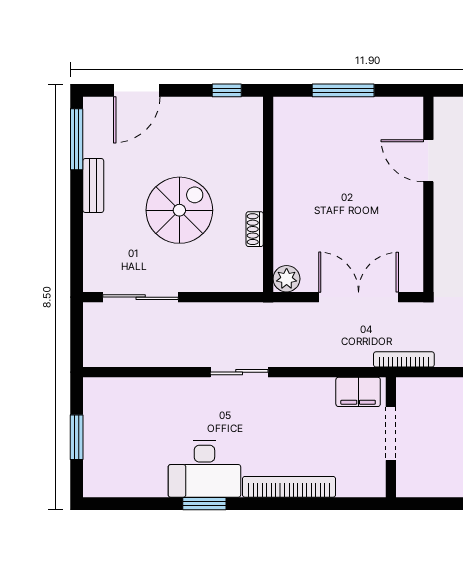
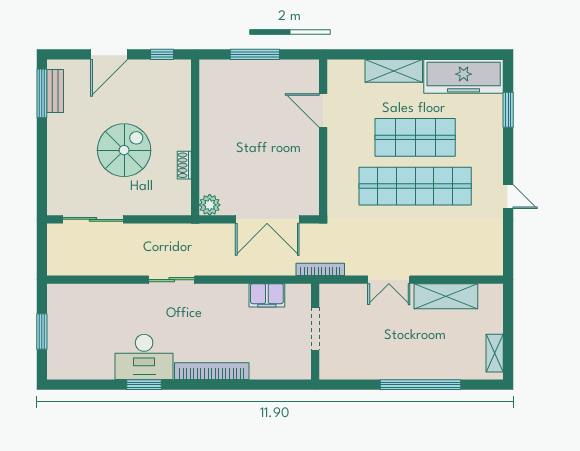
door: (137, 90) -> (109, 54), moved
bench: (93, 185) -> (55, 91), moved
double door: (359, 297) -> (267, 219), swing flipped
bookcase: (404, 359) -> (320, 269), moved
doorway: (391, 434) -> (315, 329), moved
wall: (391, 437) -> (315, 332), moved

